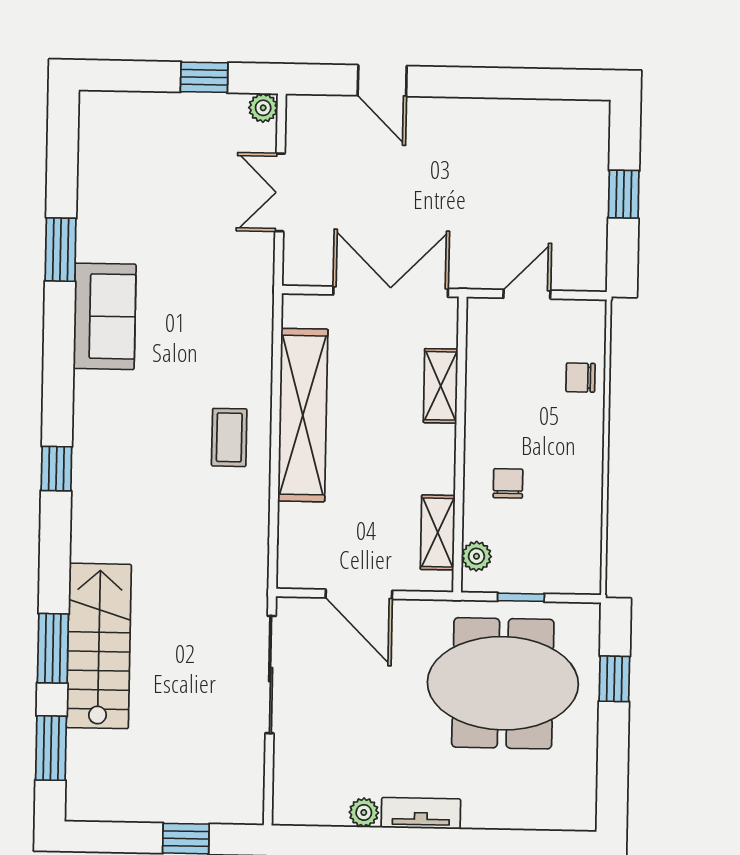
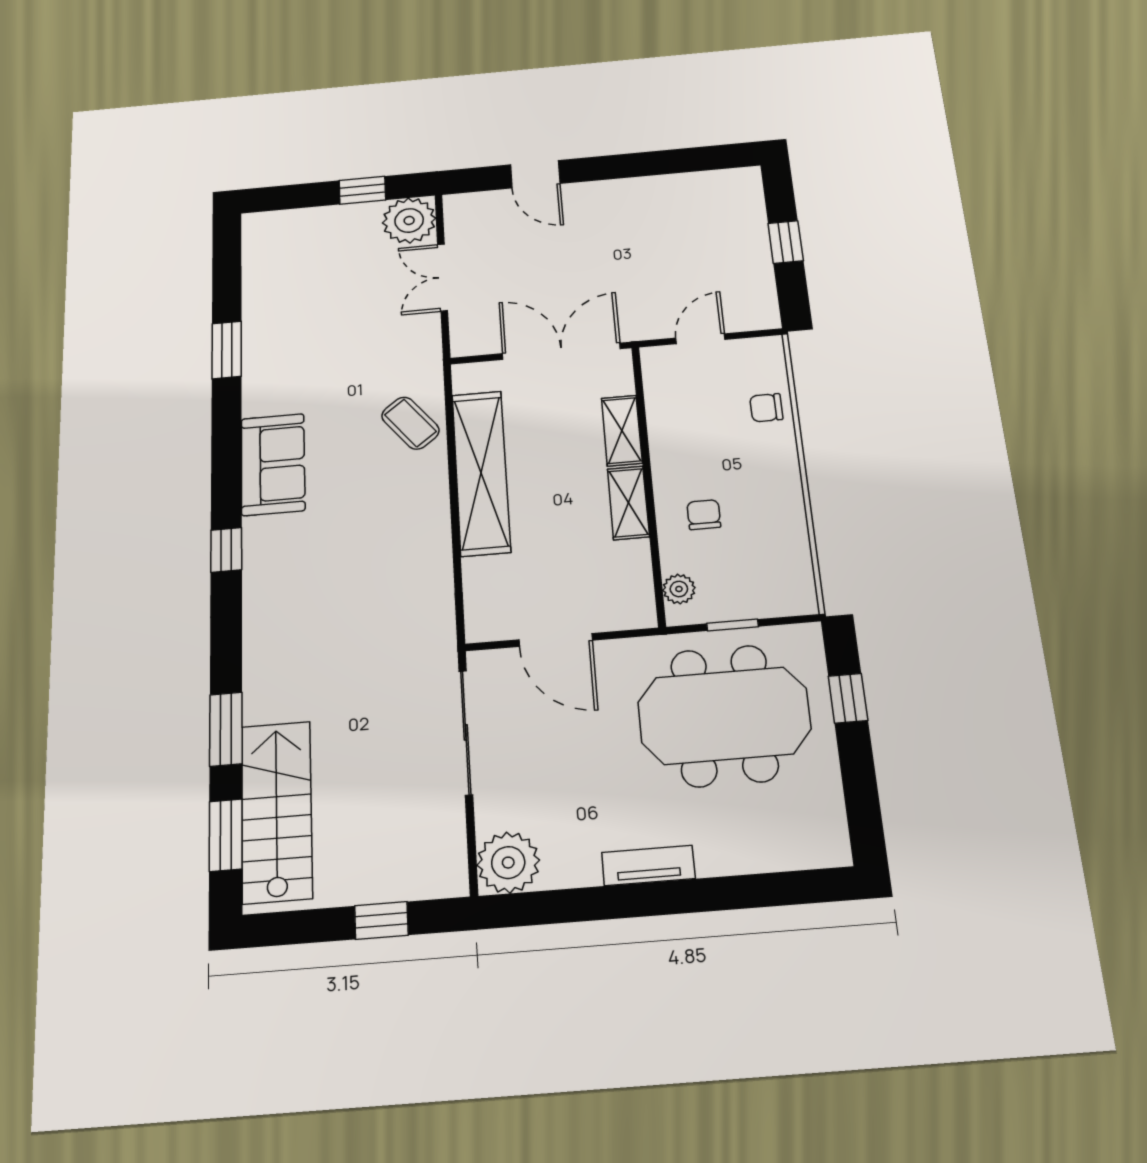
plant: (263, 108) -> (409, 220), width x1.88, depth x1.88
sofa: (105, 316) -> (273, 464), moved
coffee table: (229, 437) -> (410, 423), moved, turned -38
shelving: (438, 532) -> (628, 503), moved
stairs: (99, 646) -> (277, 811), moved
plant: (364, 812) -> (508, 863), moved, width x1.88, depth x1.88

